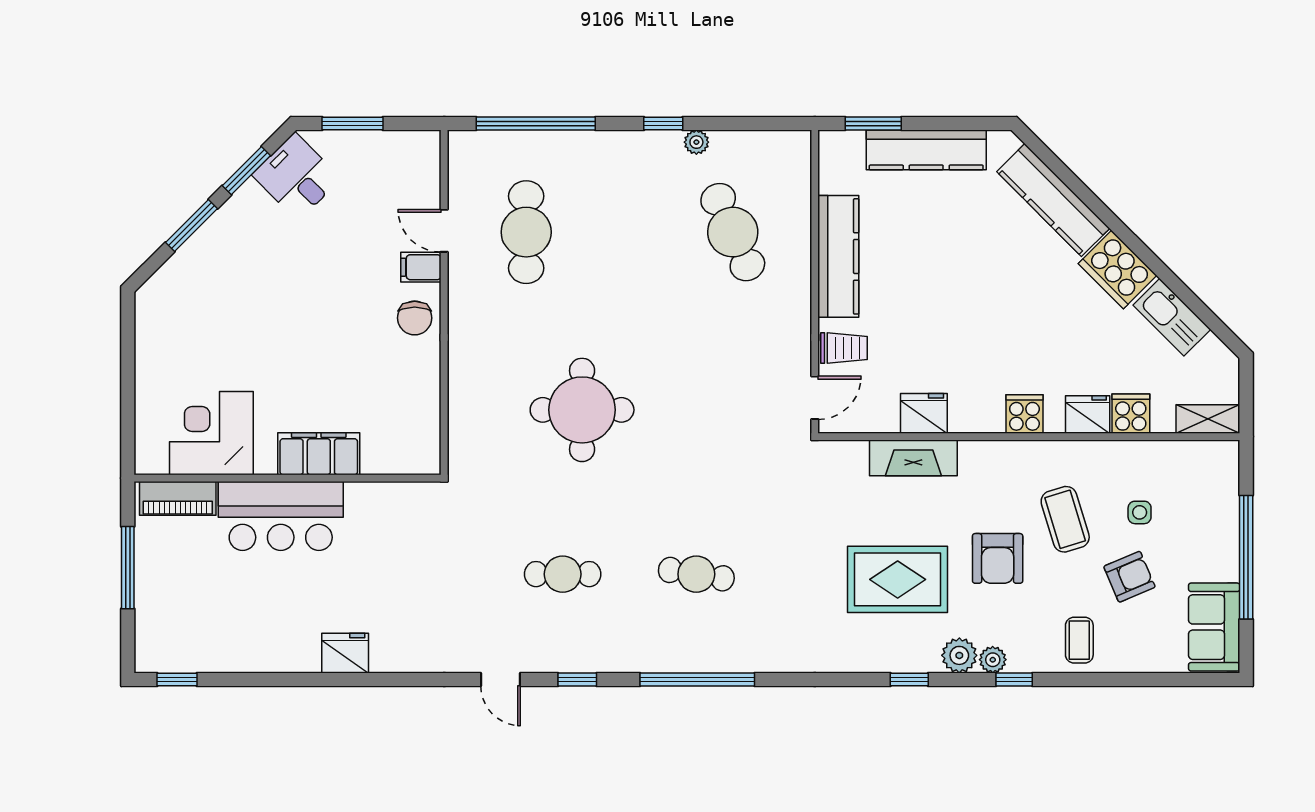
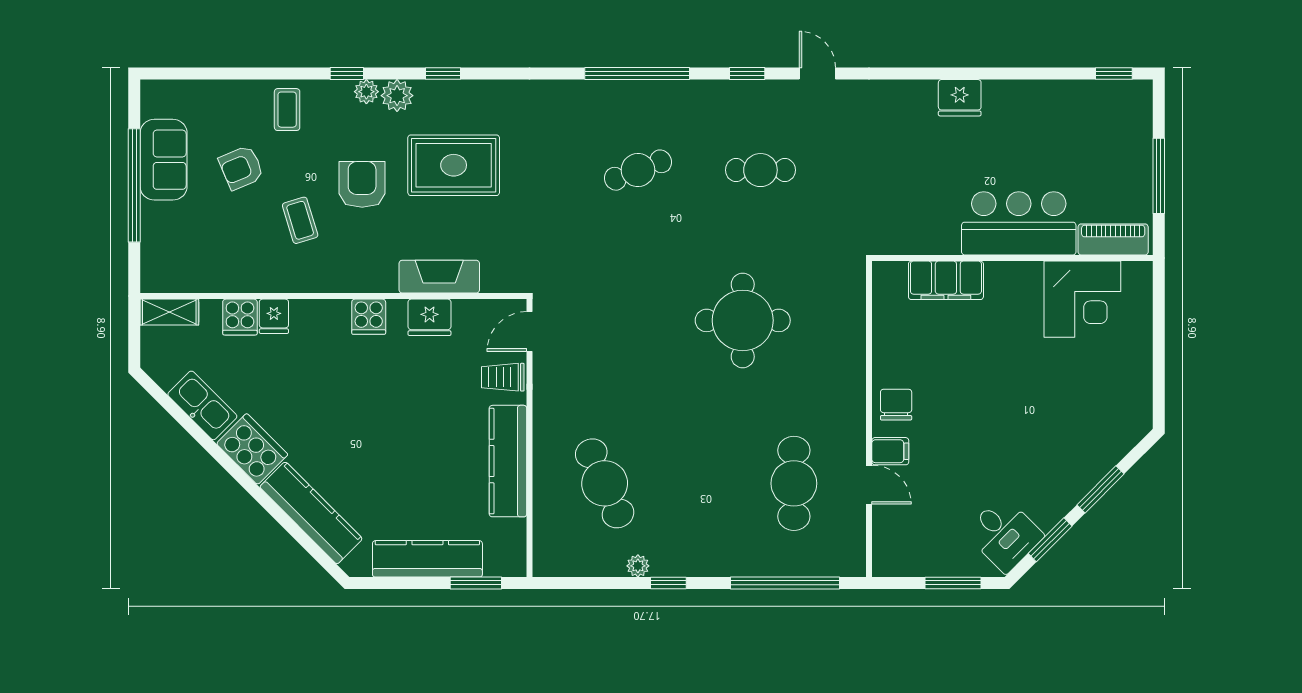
cooker: (1024, 414) -> (369, 317), moved
fridge: (1088, 415) -> (274, 316), width x0.72
filing cabinet: (319, 454) -> (946, 280), moved
side table: (1140, 512) -> (232, 227), removed
coffee table: (1065, 519) -> (300, 220), width x0.73, depth x0.77
cafe table: (696, 574) -> (638, 170), turned -30
sofa: (1214, 627) -> (164, 160), moved

